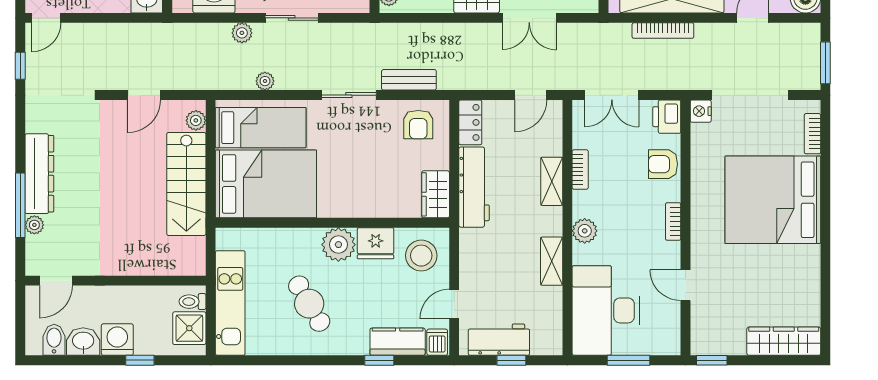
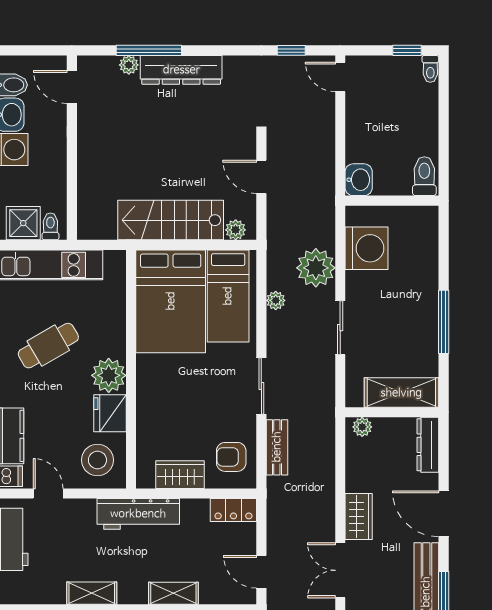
plant: (242, 33) -> (316, 268), width x1.88, depth x1.88
workbench: (474, 187) -> (138, 514), moved
wardrobe: (436, 194) -> (180, 475), moved

